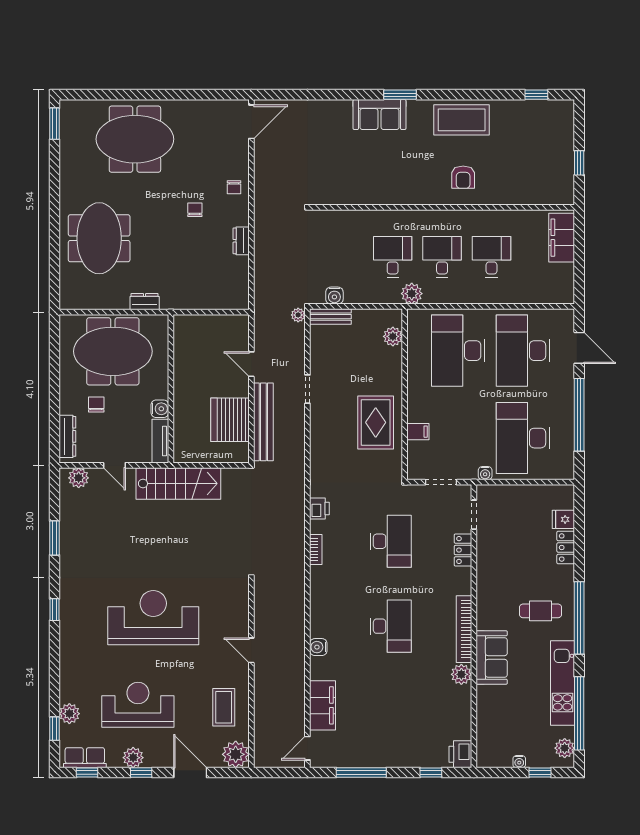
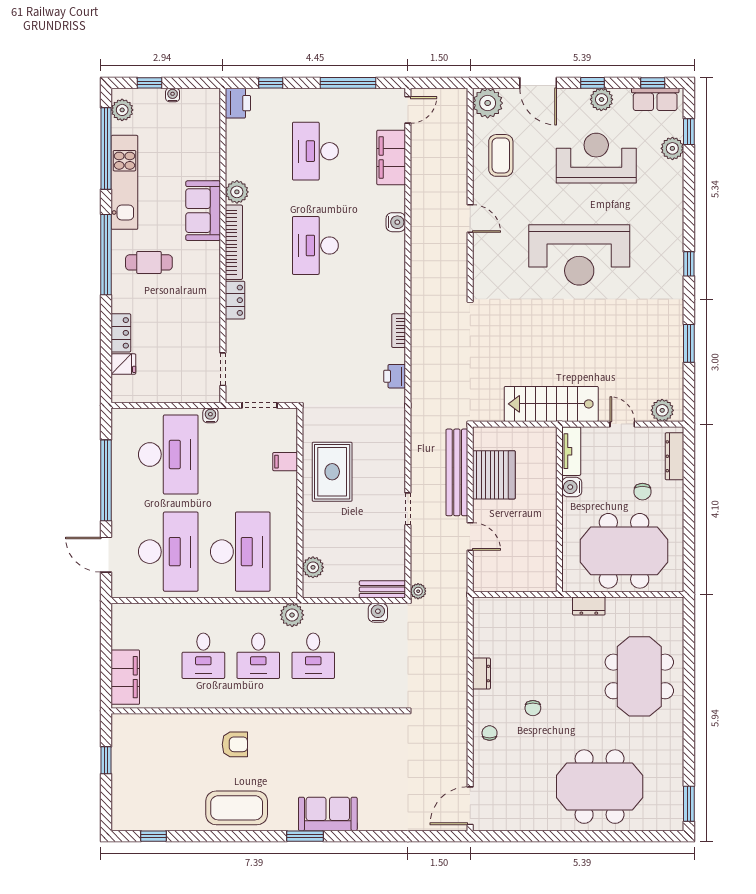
armchair: (463, 177) -> (235, 744), turned 90
desk: (391, 541) -> (315, 151), moved
locker: (463, 550) -> (235, 300), moved
reception desk: (138, 705) -> (596, 158), turned 180

